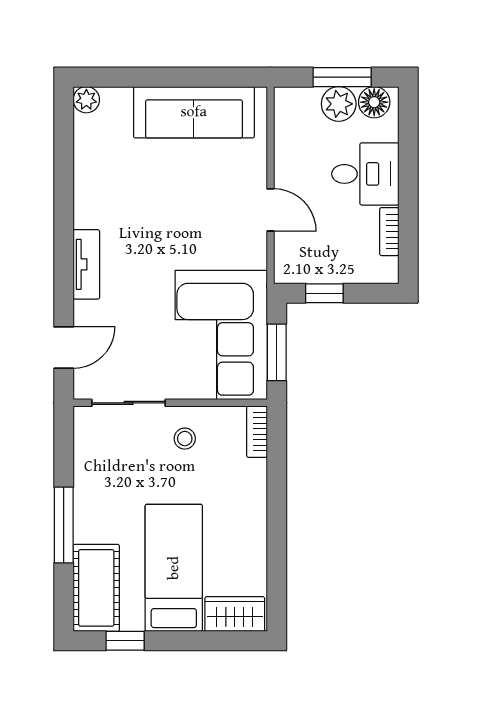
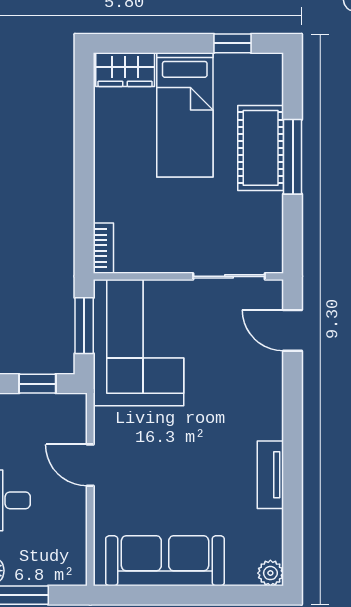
plant: (339, 104) -> (23, 569), removed
tv unit: (86, 264) -> (270, 475), moved
door: (64, 348) -> (293, 330), hinge flipped
stool: (185, 439) -> (174, 241), removed
cot: (96, 588) -> (261, 148), moved

